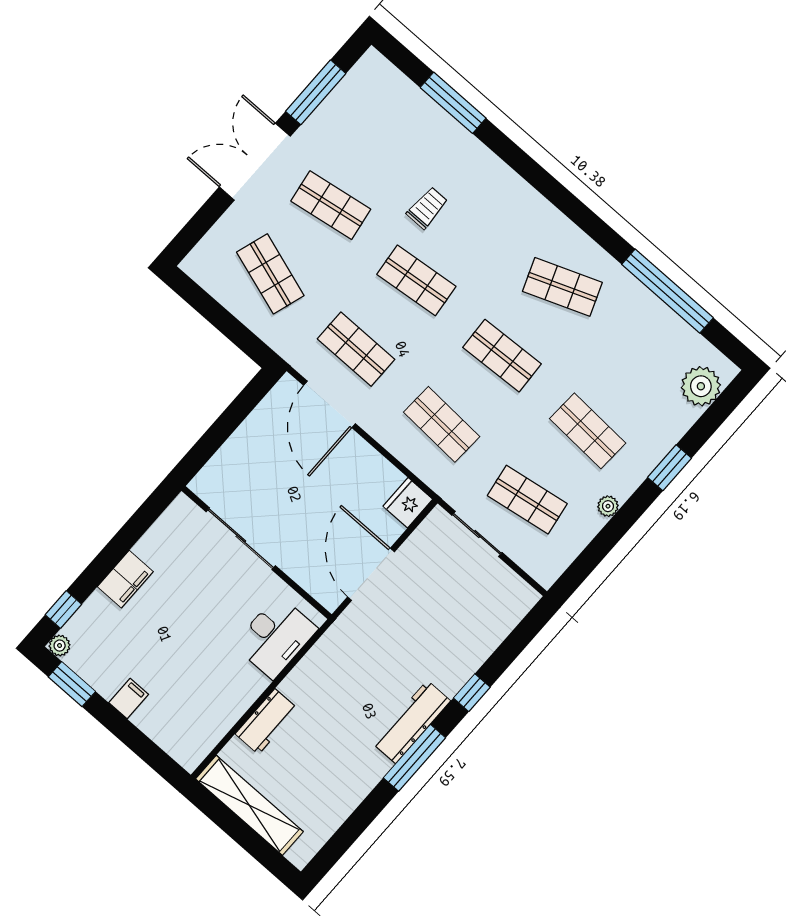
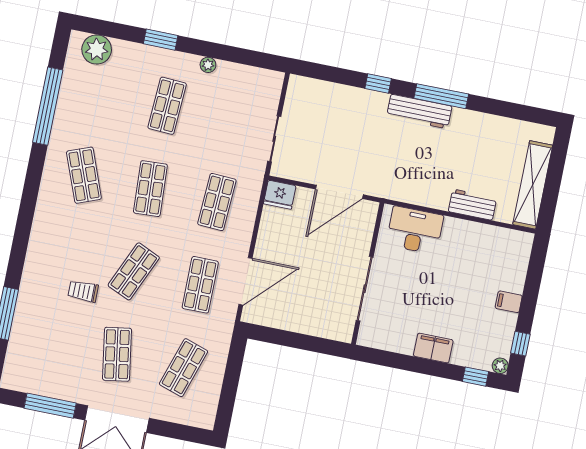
shop shelf: (416, 280) -> (134, 271), turned 30
shop shelf: (527, 500) -> (234, 119), removed
window: (72, 684) -> (520, 344), width x0.67

